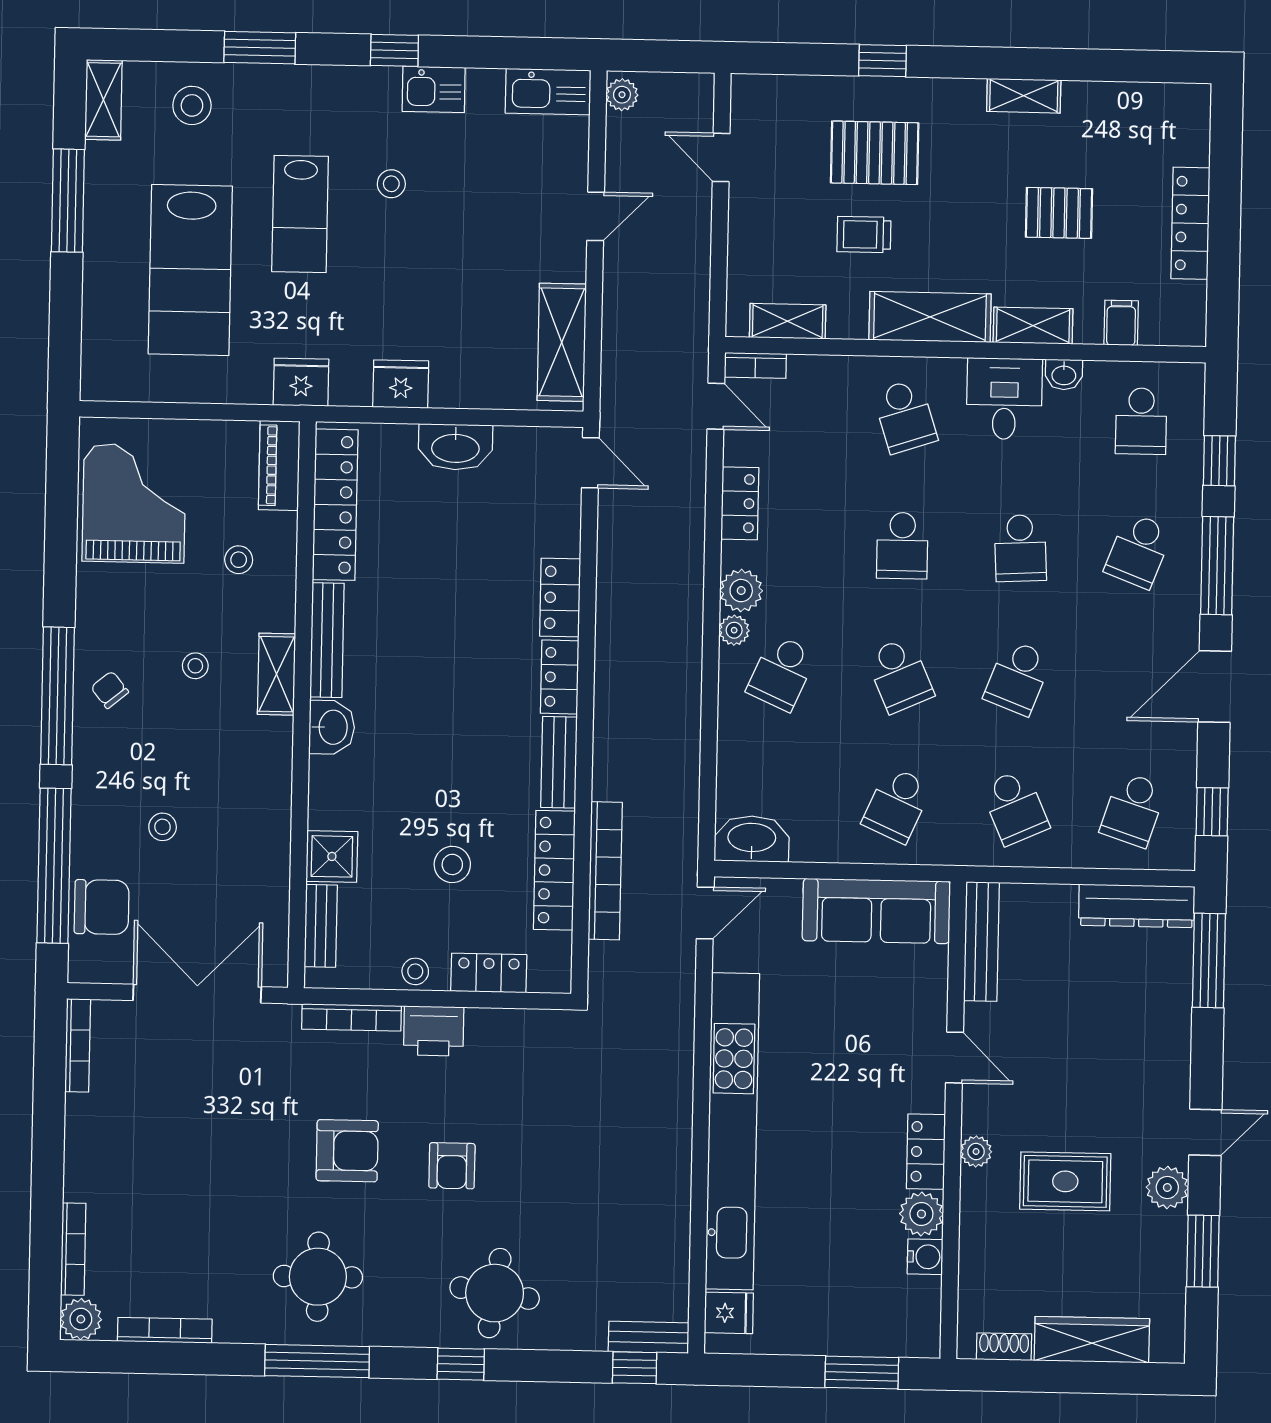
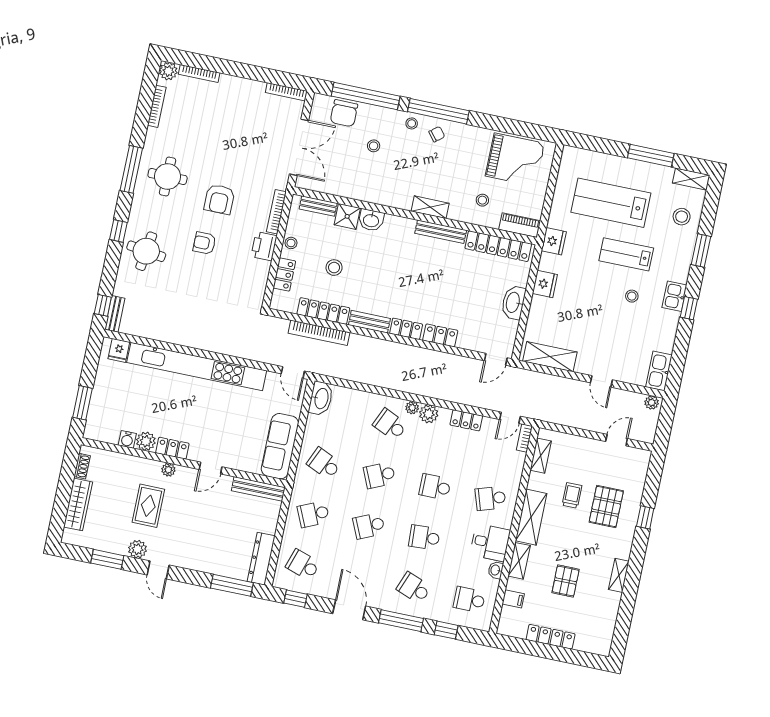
kitchen sink: (434, 89) -> (674, 296), moved
stool: (195, 666) -> (412, 123), moved
school desk: (1018, 678) -> (369, 526), turned -45
washbasin: (332, 727) -> (371, 220), moved

